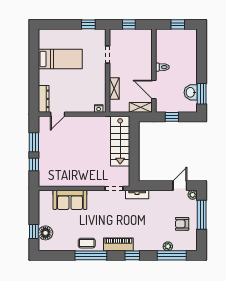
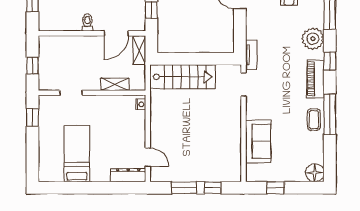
window: (34, 231) -> (276, 188), moved
floor lamp: (45, 233) -> (315, 173), moved
plant: (168, 246) -> (313, 39), moved, width x1.88, depth x1.88

